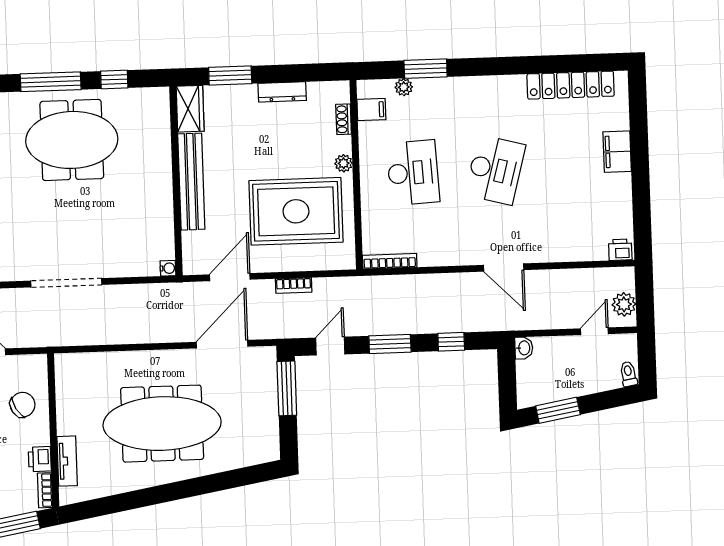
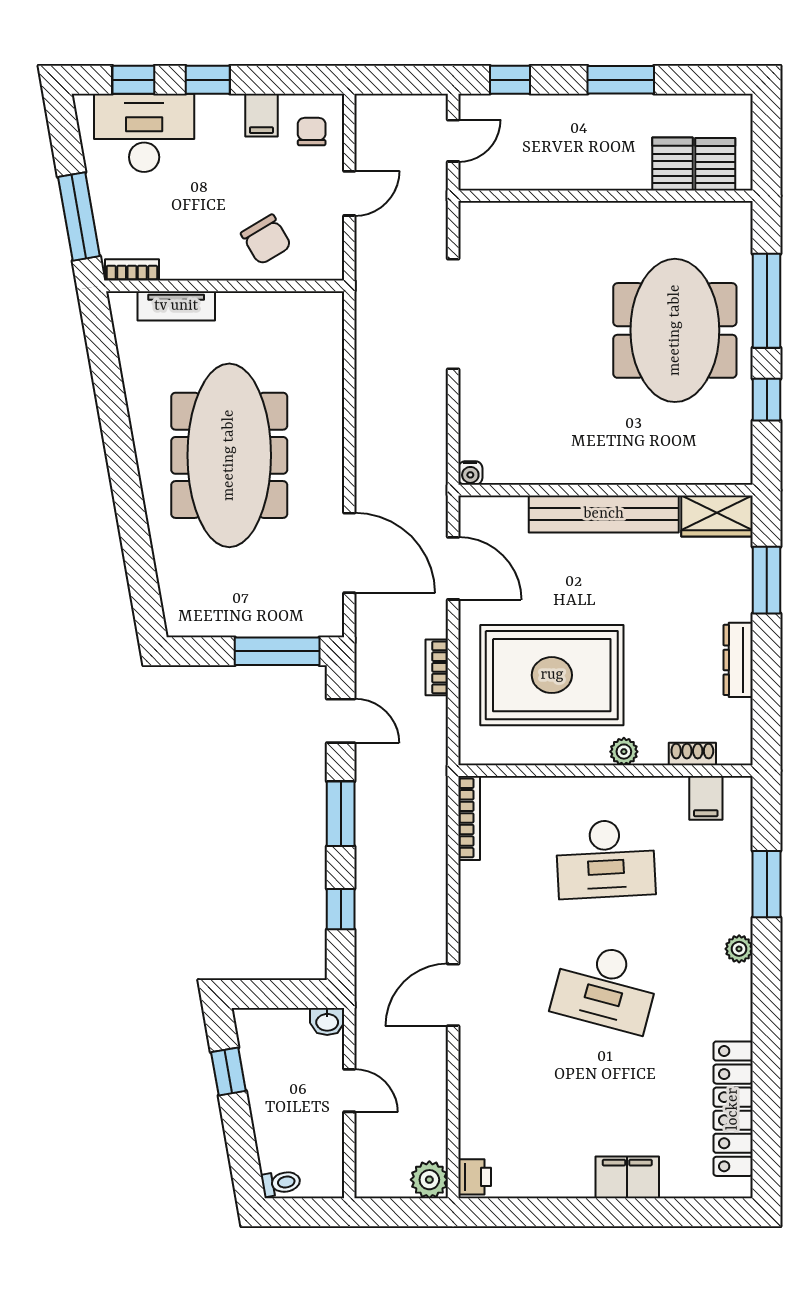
plant: (404, 87) -> (739, 949), moved
rug: (296, 211) -> (552, 675), turned 90
plant: (624, 304) -> (429, 1180), moved
door: (594, 331) -> (349, 1091), moved
window: (558, 410) -> (228, 1071), width x0.67
printer: (40, 459) -> (181, 263), removed

